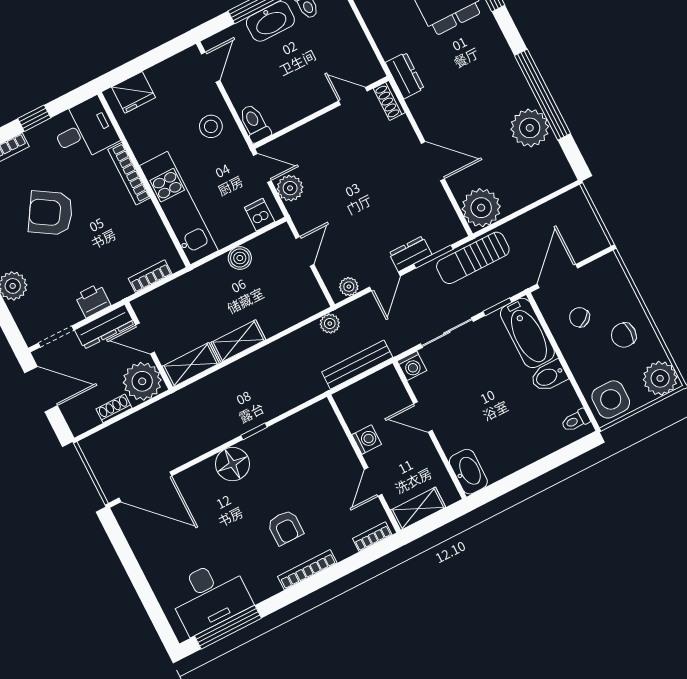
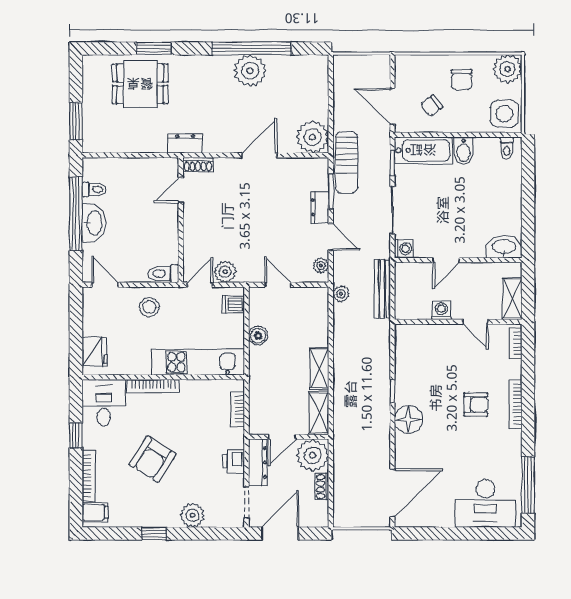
plant: (530, 128) -> (250, 71), moved
desk: (209, 596) -> (485, 503), moved, turned 90

